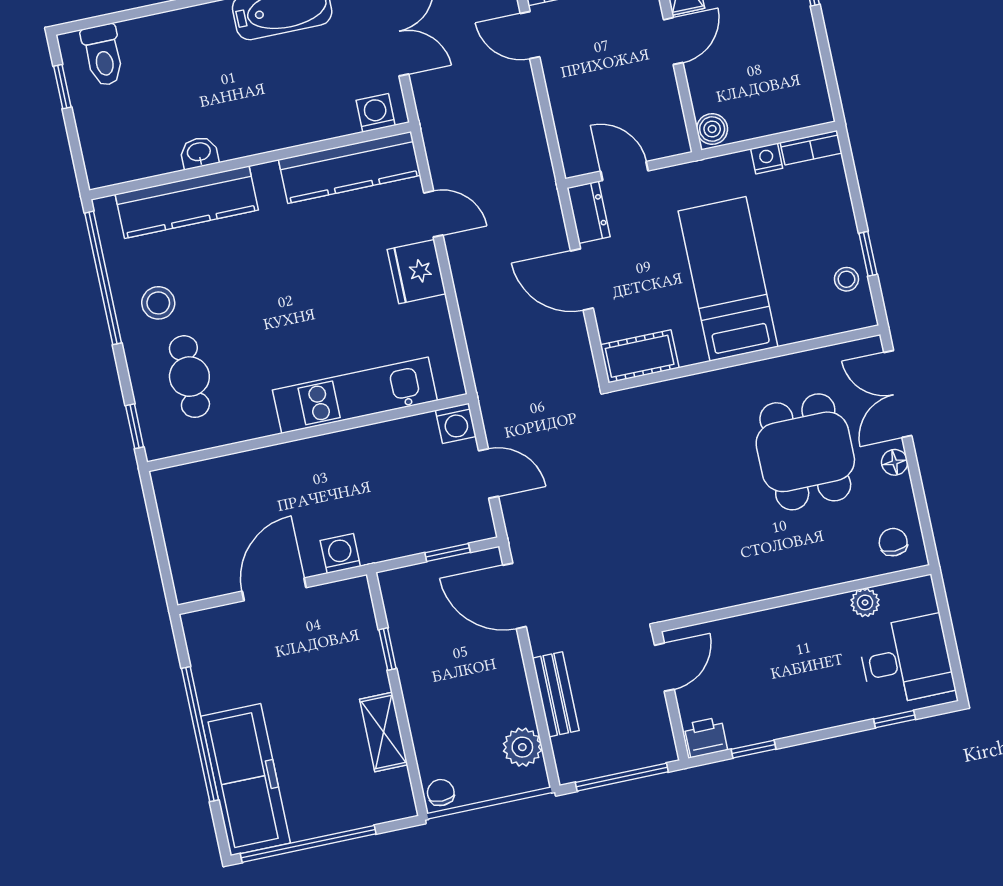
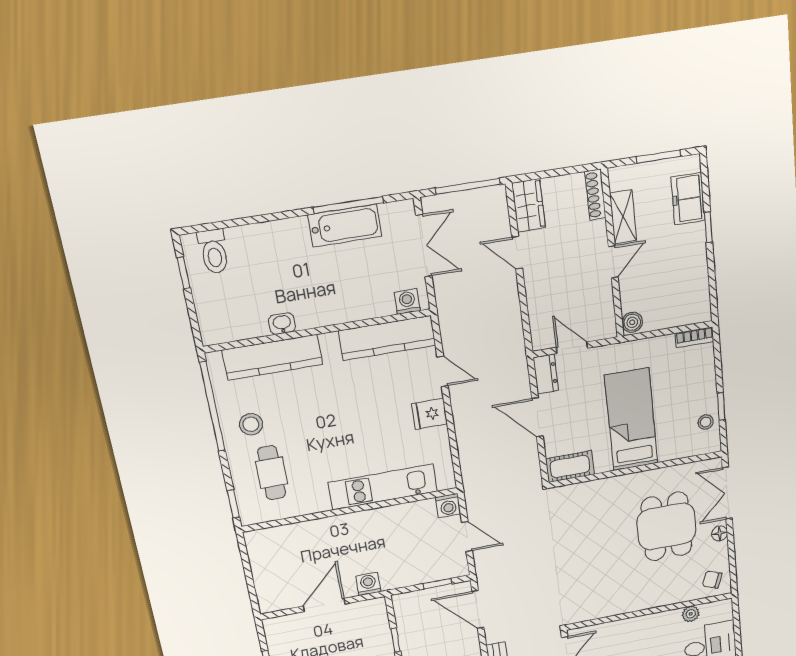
nightstand: (767, 159) -> (665, 343), removed
fridge: (417, 272) -> (429, 414), width x0.72
chair: (893, 542) -> (712, 580), turned -70

